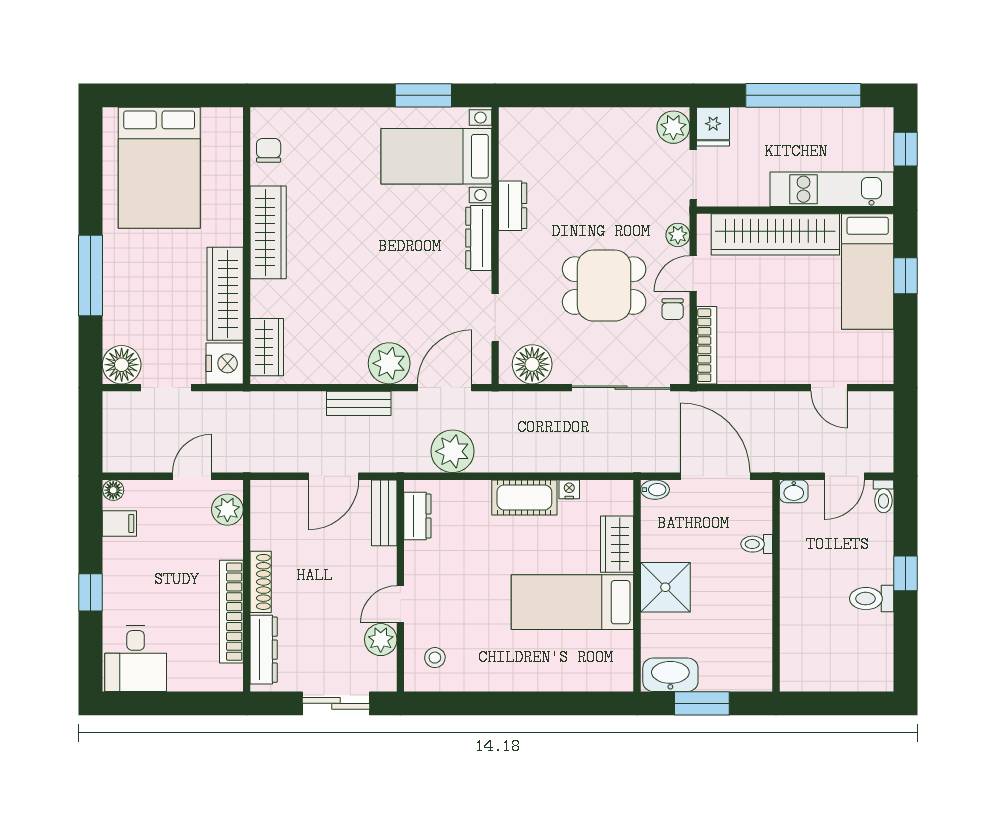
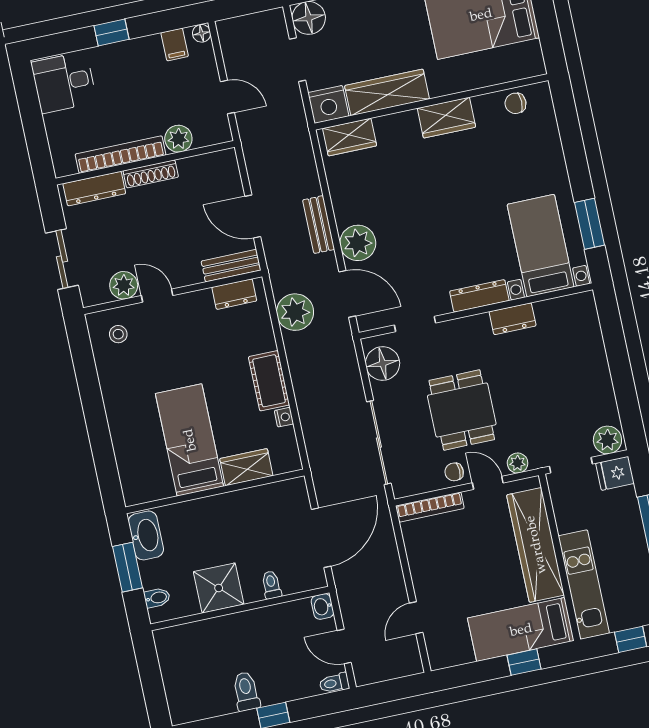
chair: (269, 150) -> (515, 103), turned 180
wardrobe: (268, 232) -> (446, 118), width x0.67
bidet: (655, 490) -> (157, 598), moved, turned -90
plant: (227, 510) -> (178, 139), moved
shower: (665, 587) -> (219, 588), moved

